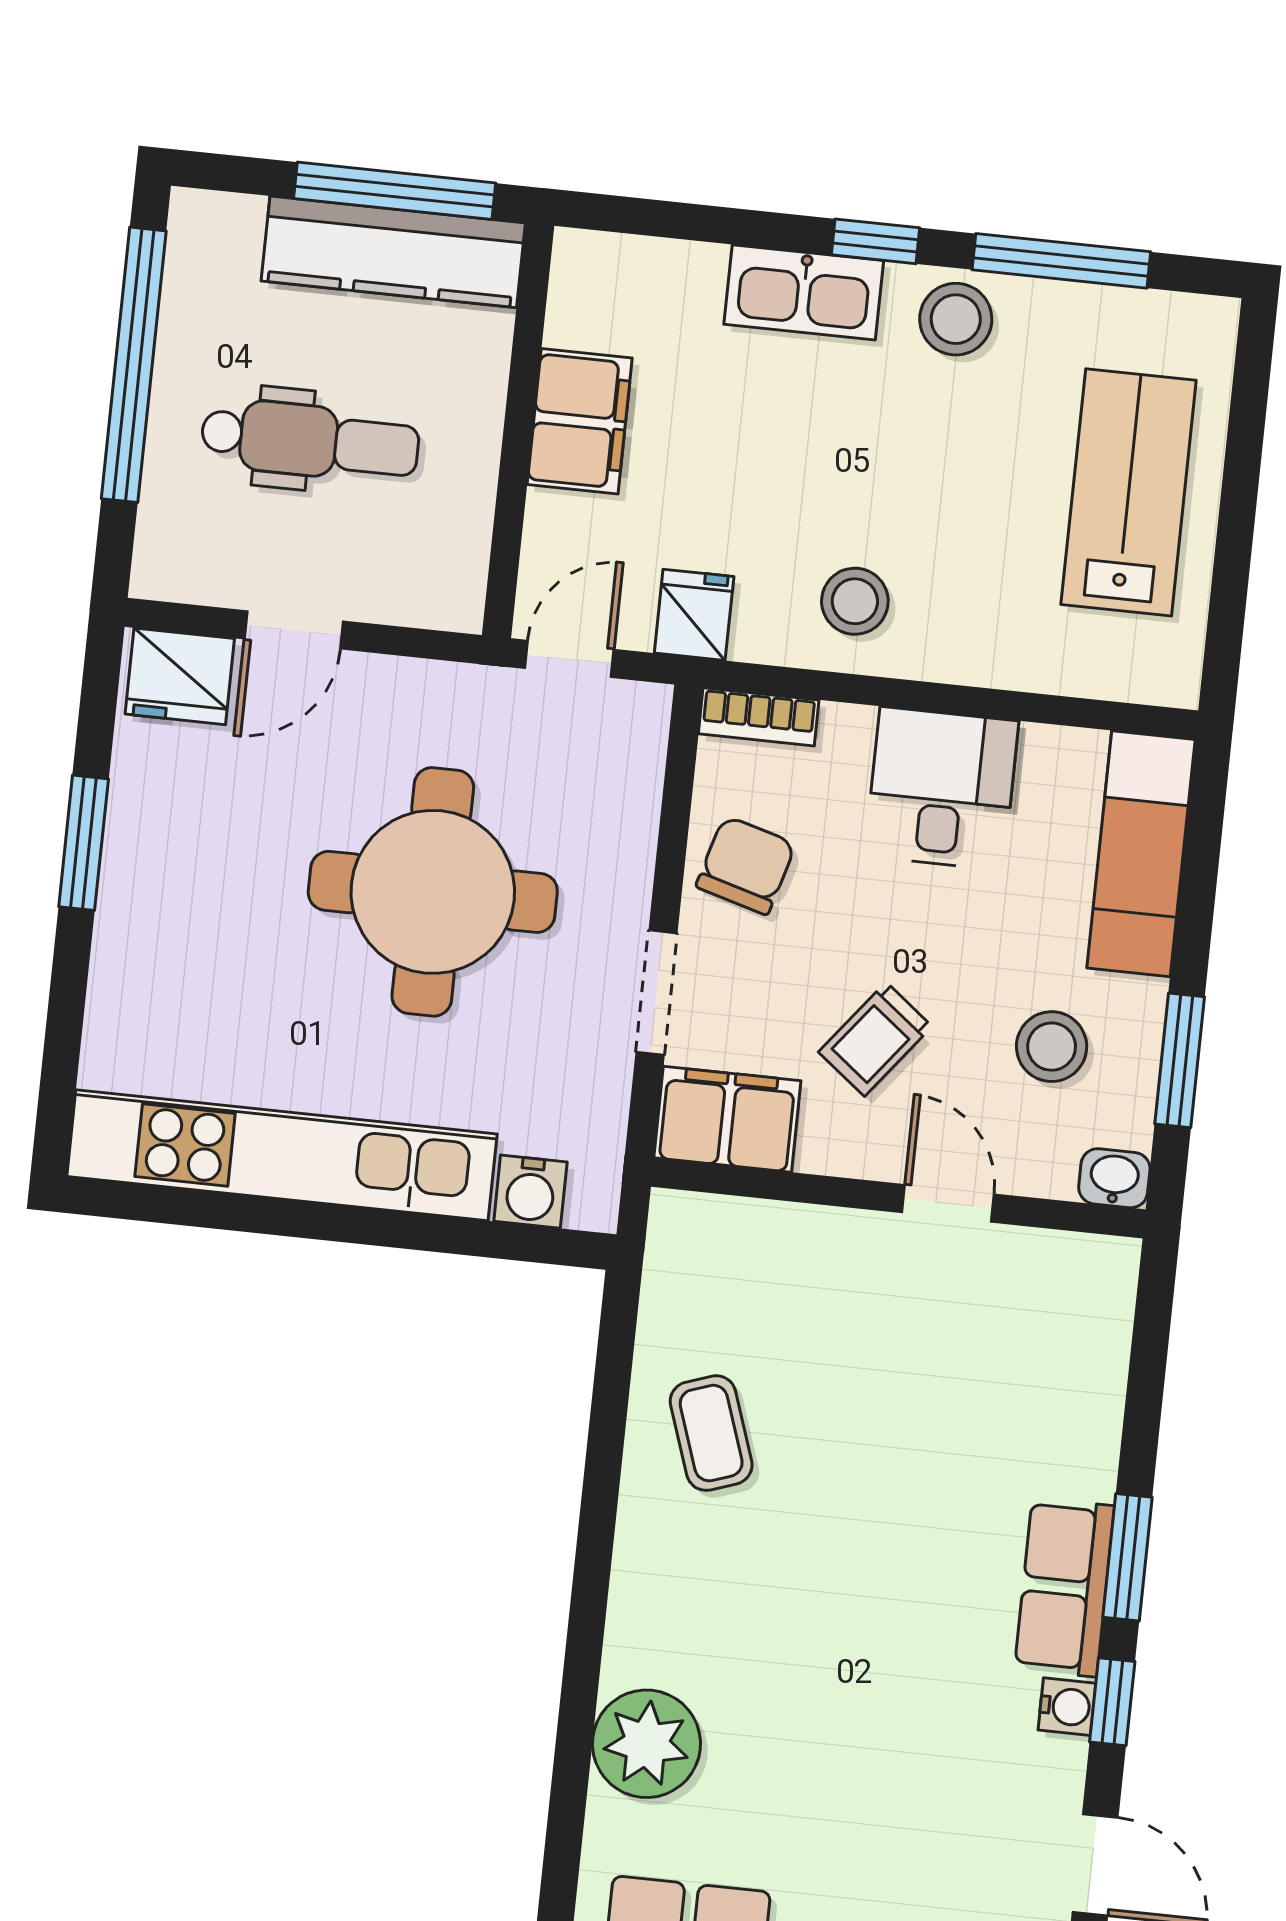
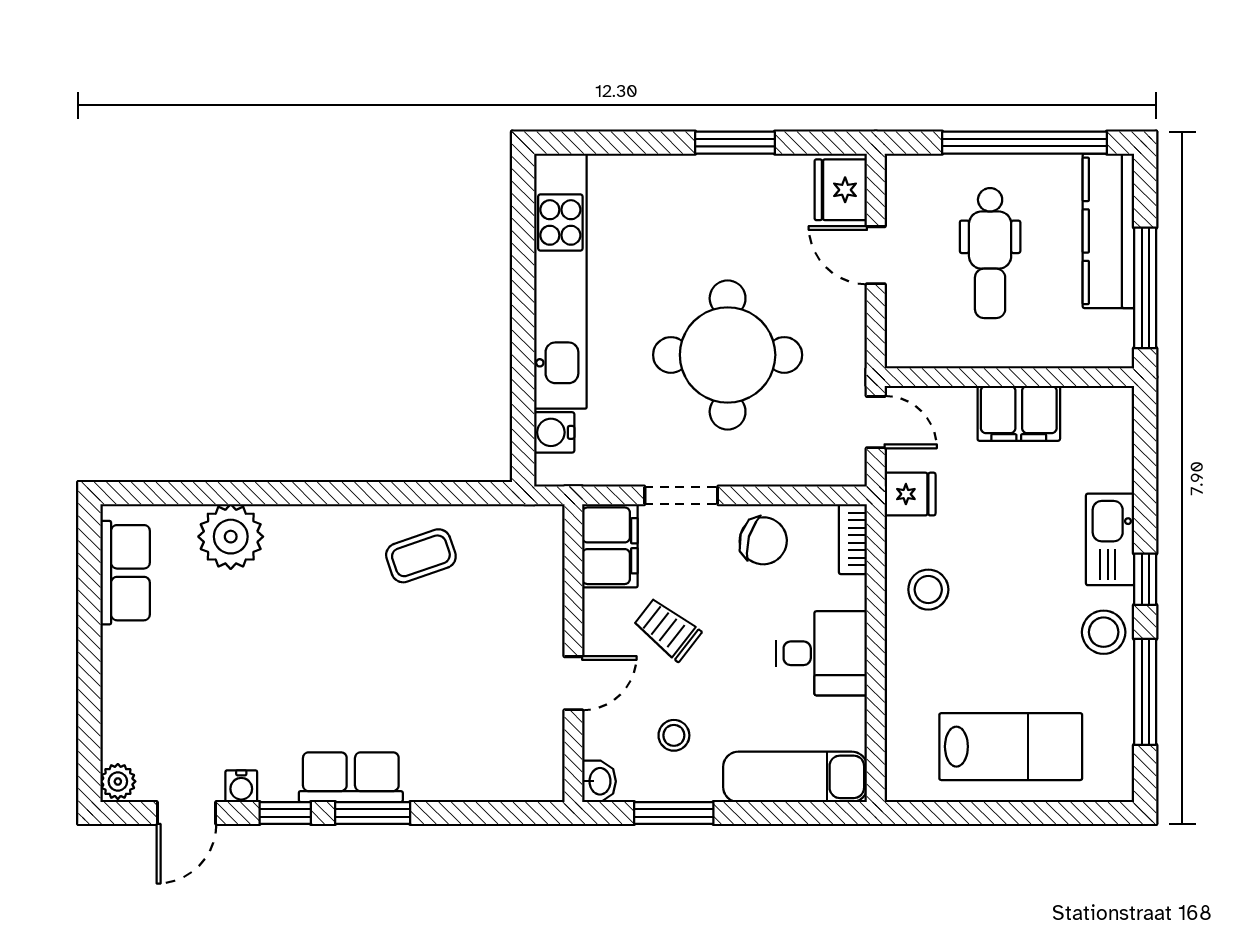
kitchen counter: (393, 252) -> (1108, 231), moved
stool: (1052, 1047) -> (674, 735), width x0.73, depth x0.73
water cooler: (1067, 1707) -> (241, 786), moved

